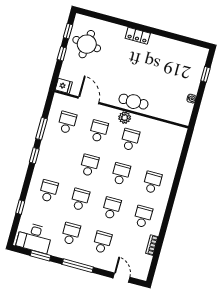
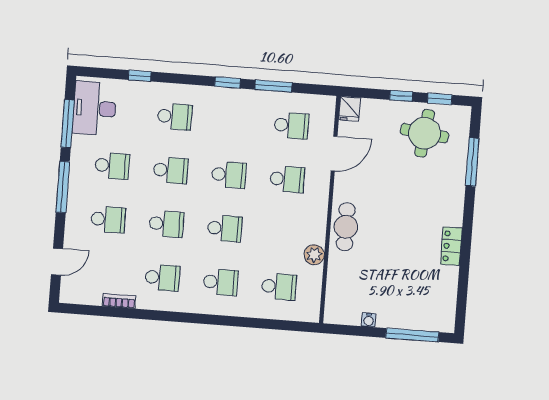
window: (109, 19) -> (472, 162), added
locker: (138, 36) -> (451, 246), moved
window: (205, 74) -> (412, 335), width x2.17
plant: (125, 118) -> (314, 255), moved
school desk: (130, 140) -> (279, 287), moved
window: (41, 256) -> (68, 124), width x1.44

